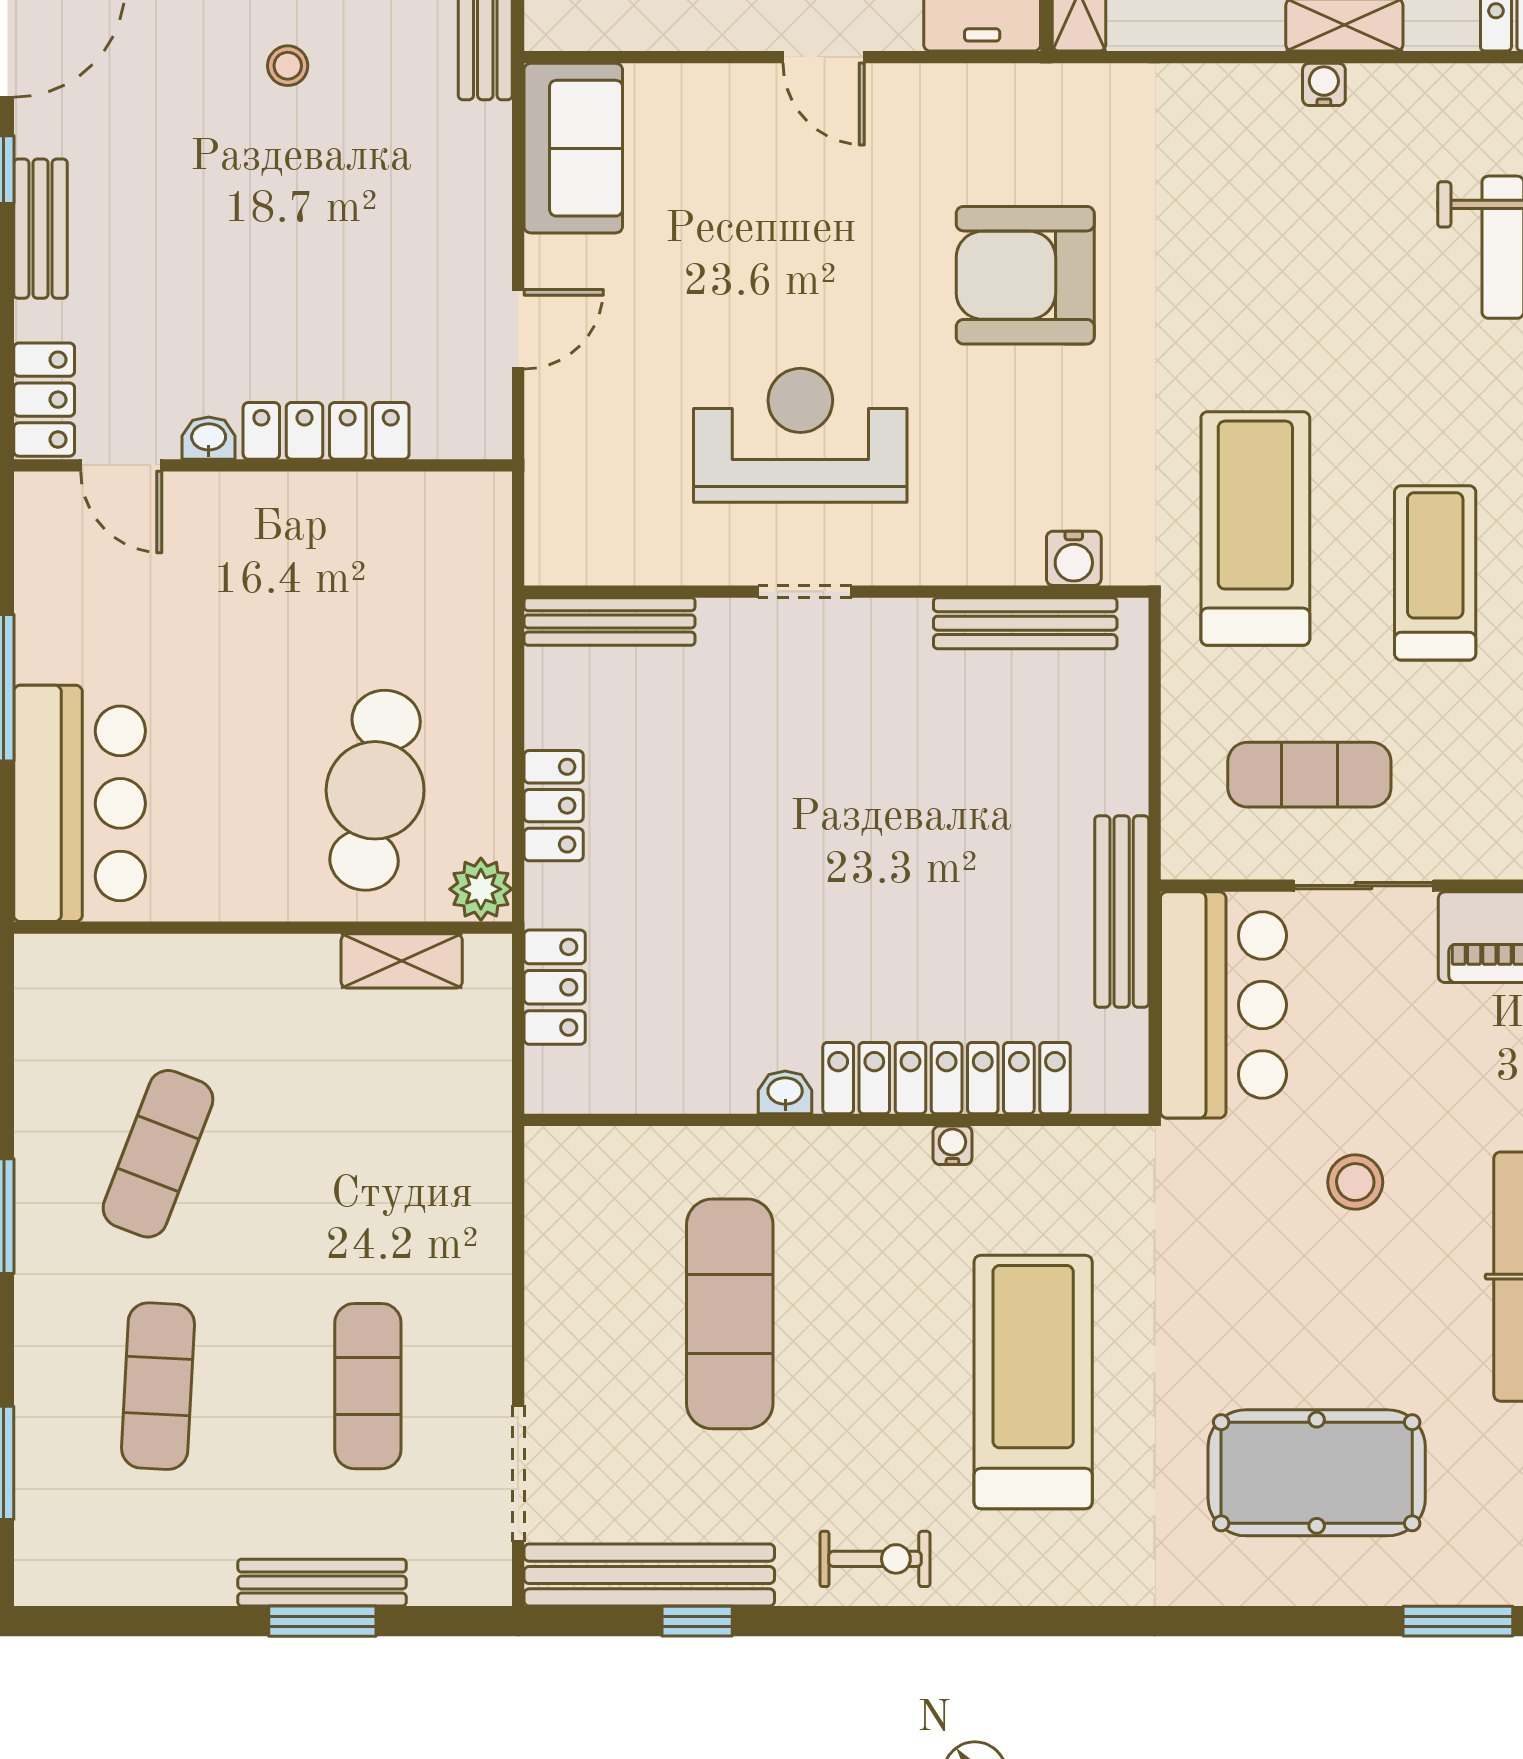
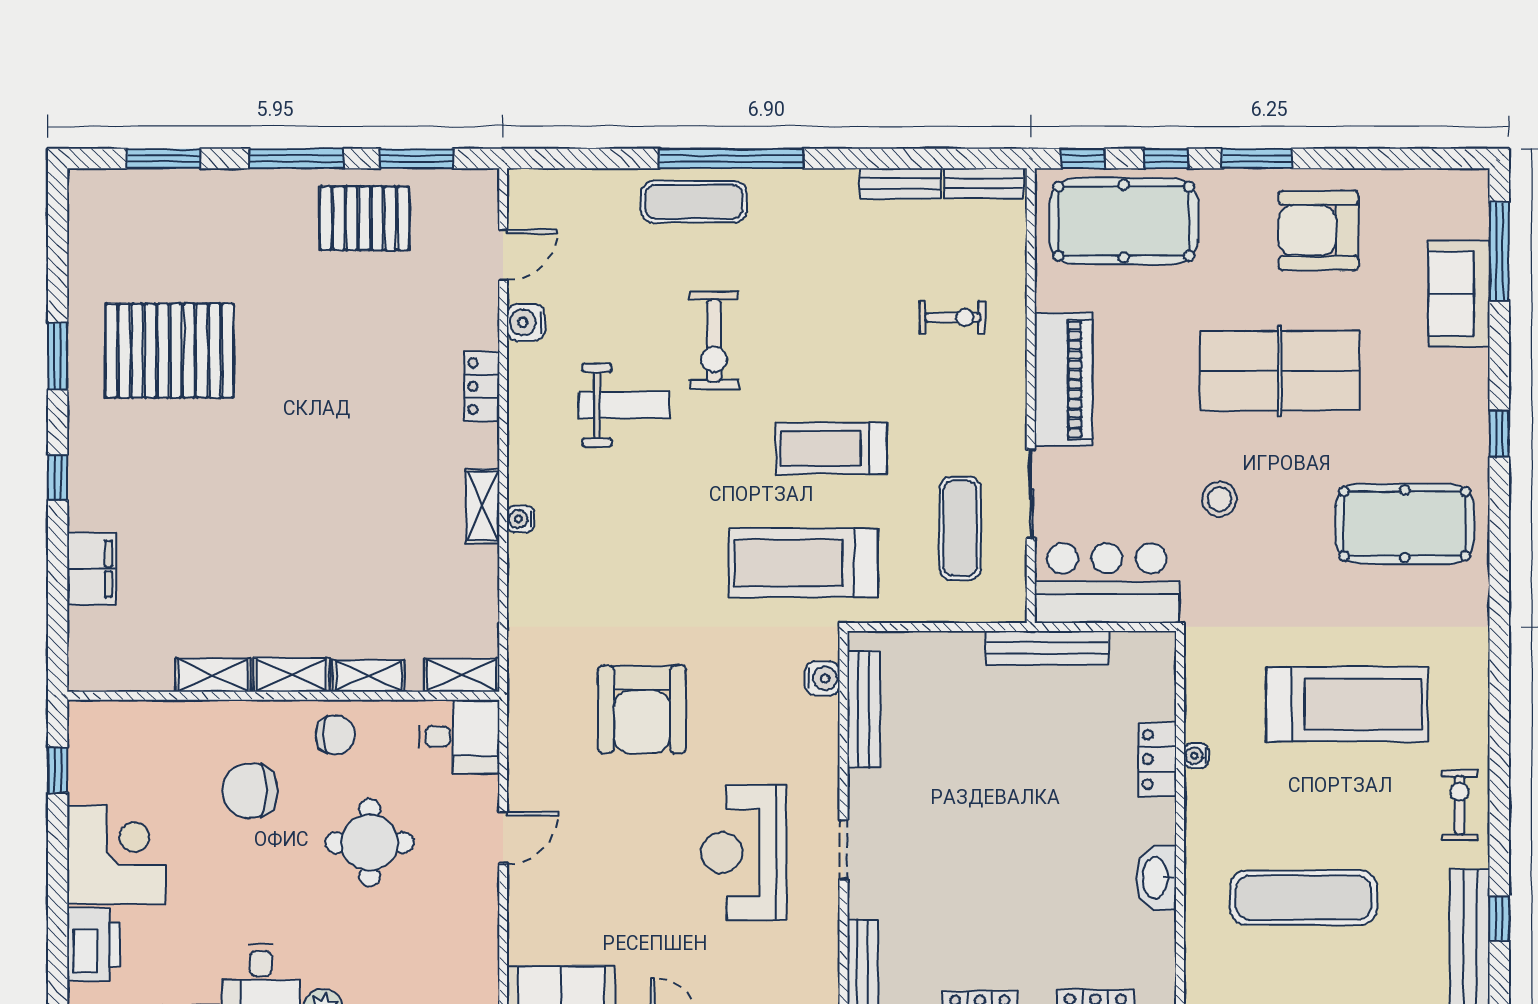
locker: (947, 1078) -> (1157, 759), width x0.46, depth x0.83
washbasin: (785, 1092) -> (1156, 878), width x1.91, depth x1.45
treadmill: (1033, 1382) -> (1347, 704), turned 180
pool table: (1317, 1473) -> (1405, 524), turned 90
window: (1458, 1621) -> (1499, 434), width x0.67

